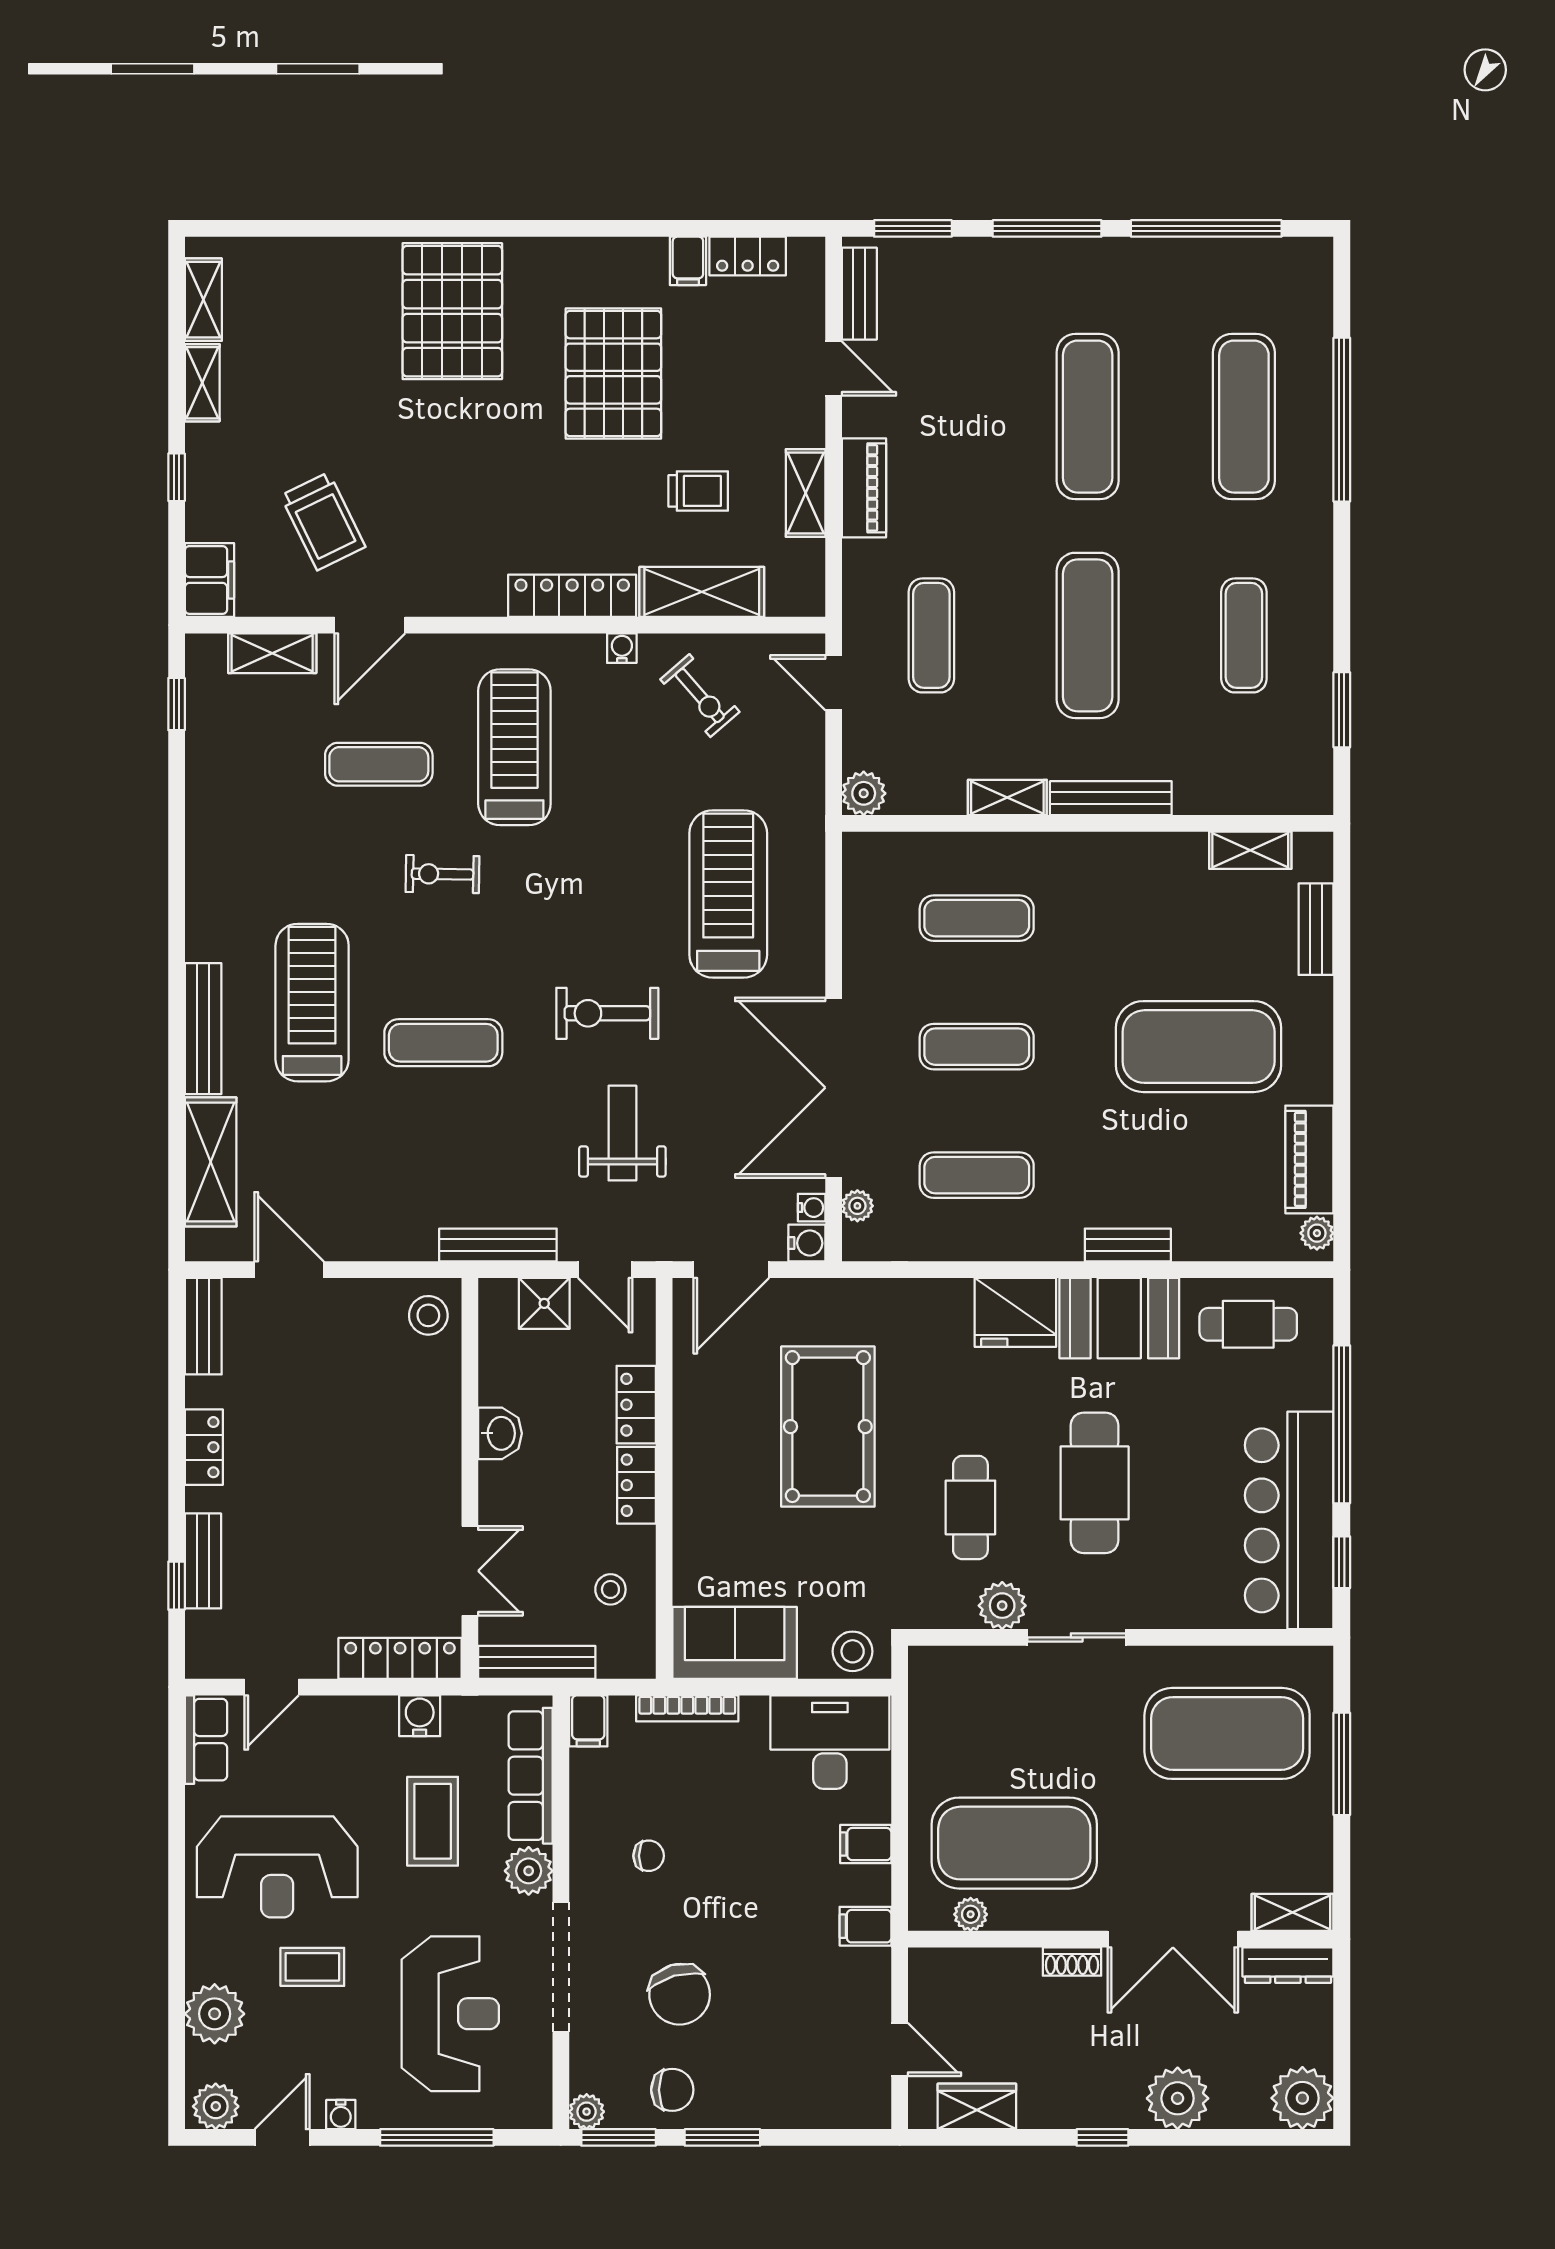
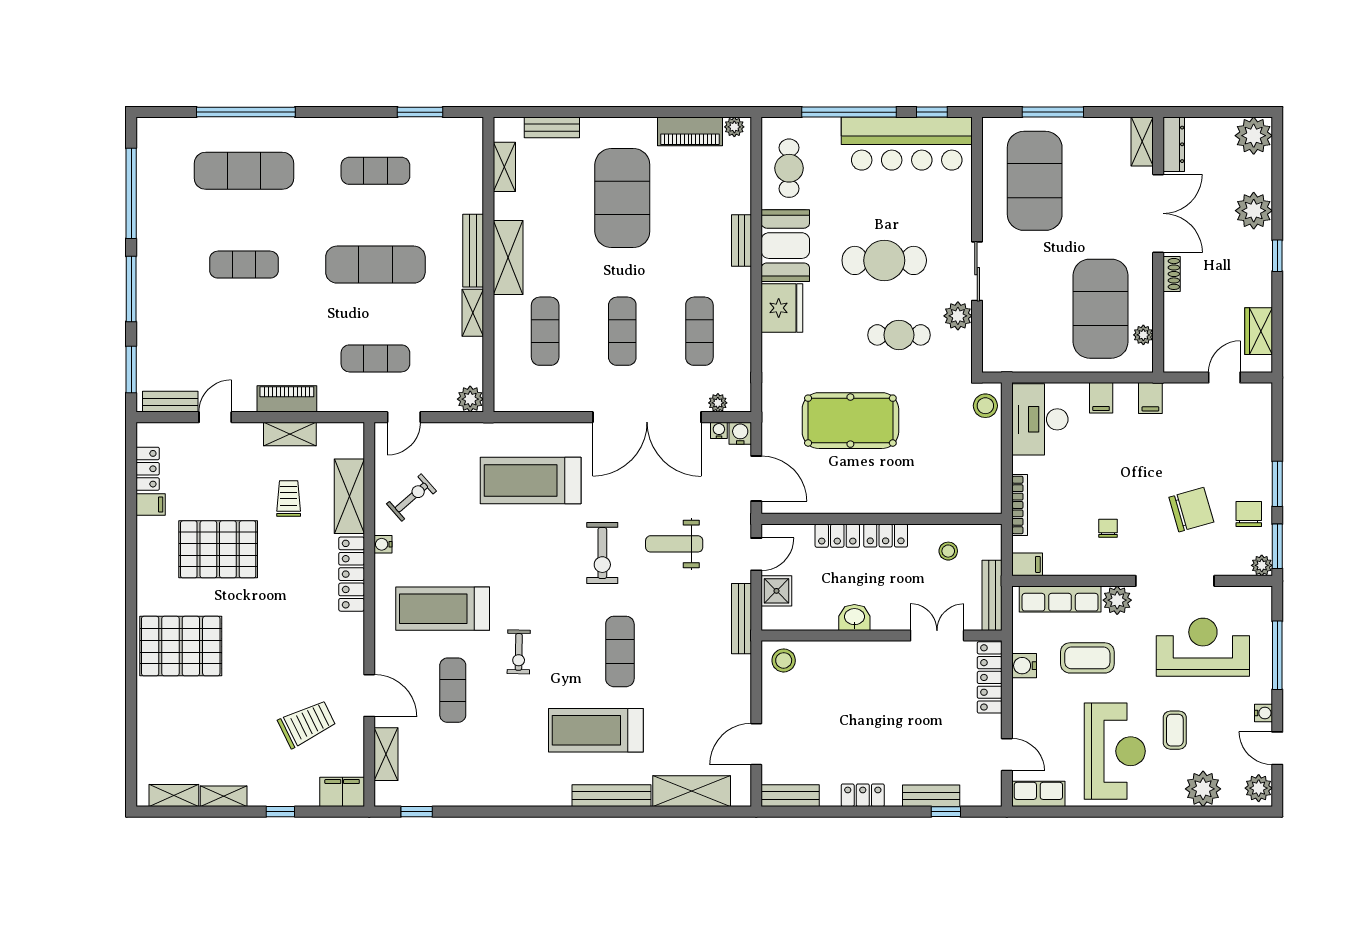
exercise mat: (1088, 417) -> (244, 265), width x0.73, depth x0.69
shelving: (1099, 856) -> (508, 258), added
sofa: (735, 1643) -> (980, 477), removed

